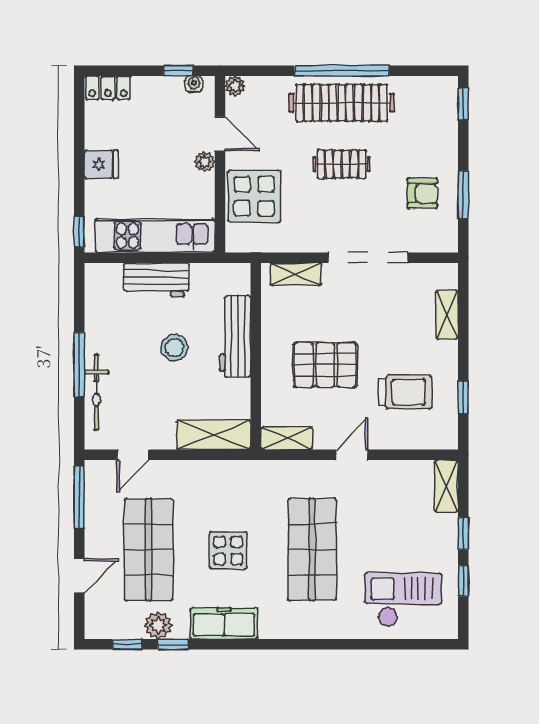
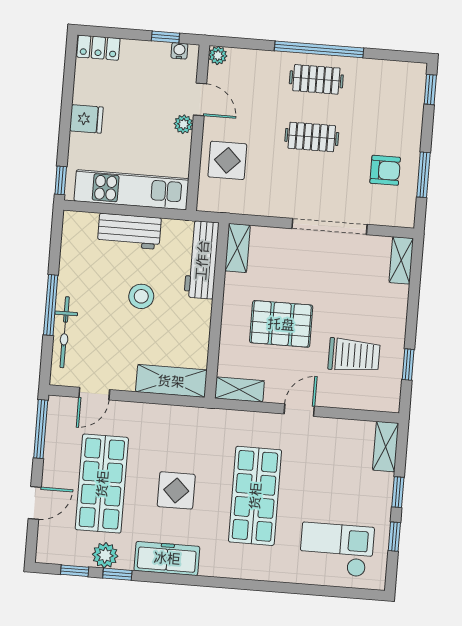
clothes rail: (342, 103) -> (316, 79), width x0.54, depth x0.76
display table: (254, 196) -> (227, 160), width x0.73, depth x0.73
shelving: (296, 274) -> (238, 248), moved, turned 90
shelving: (447, 314) -> (401, 260), moved
workbench: (235, 336) -> (202, 260), moved

